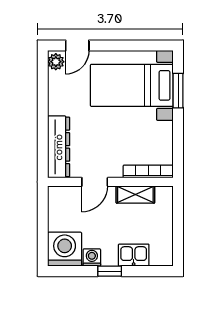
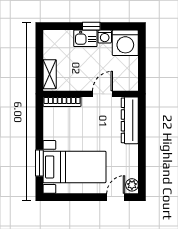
shelving: (135, 194) -> (50, 74), moved, turned 90
kitchen sink: (134, 255) -> (85, 38), moved

